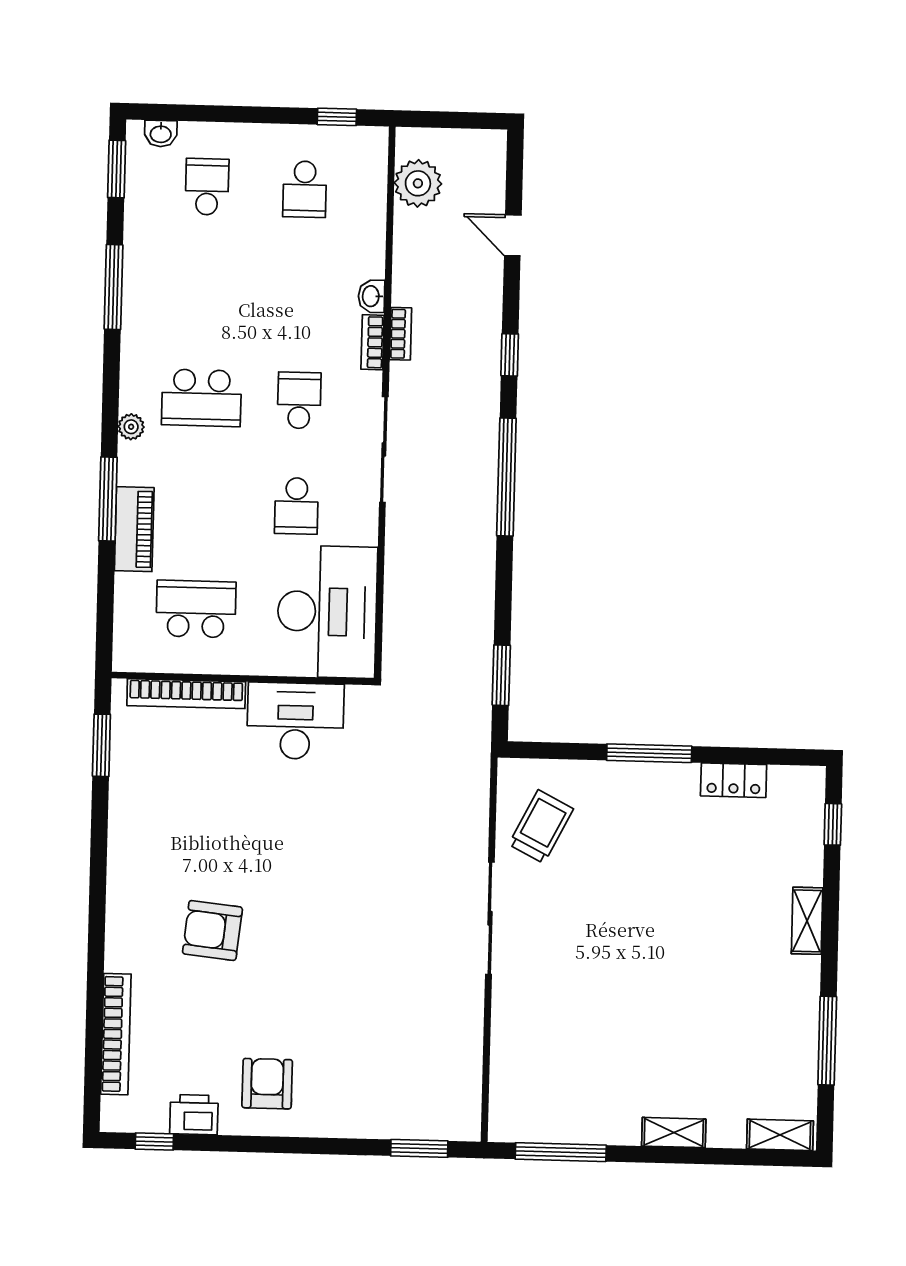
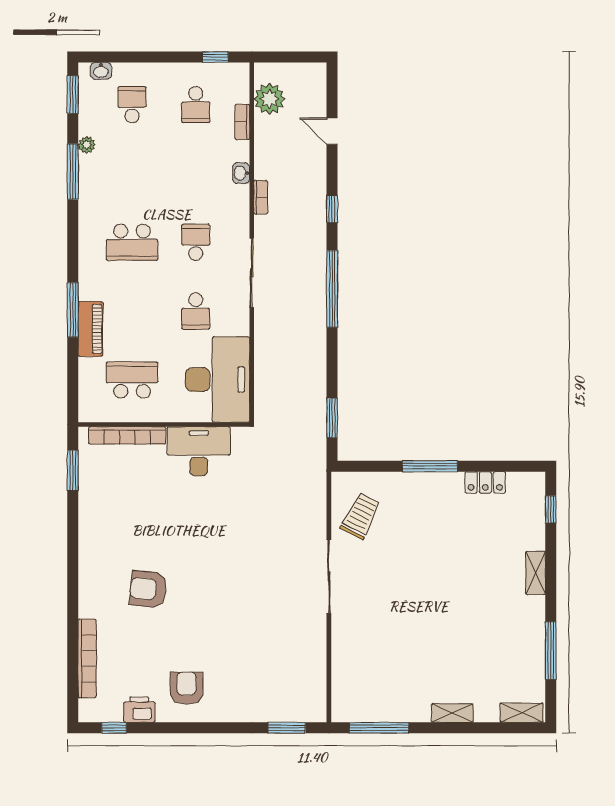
bookcase: (372, 342) -> (242, 122), moved
plant: (131, 427) -> (87, 145), moved

